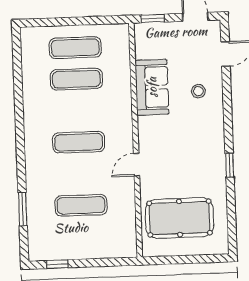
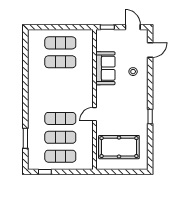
exercise mat: (79, 142) -> (60, 118), moved
exercise mat: (82, 237) -> (60, 156), added

